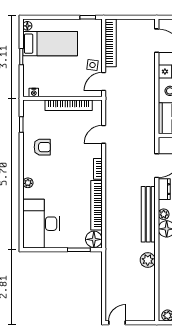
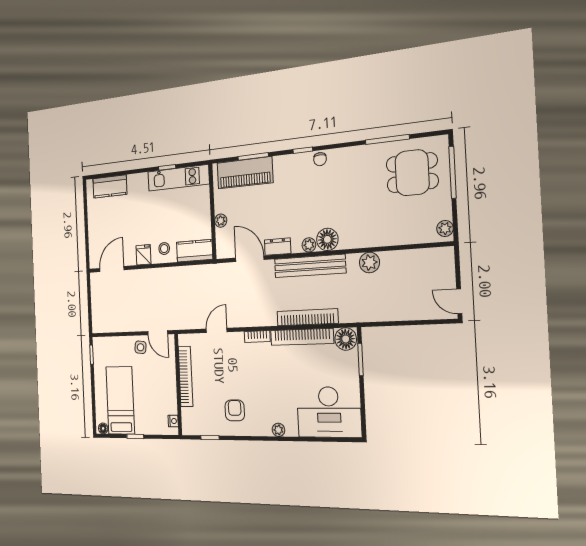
bookcase: (111, 43) -> (307, 317), moved
door: (104, 134) -> (217, 330), swing flipped

